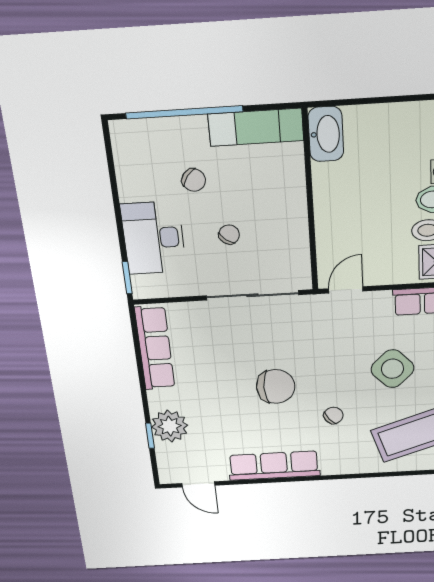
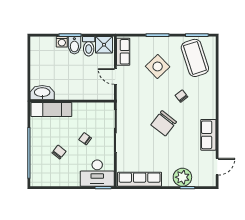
exam couch: (256, 127) -> (51, 110), moved, turned 90
desk: (154, 238) -> (97, 173), moved
door: (346, 290) -> (115, 76), moved
chair: (276, 386) -> (164, 123), turned -142
row of seats: (274, 466) -> (208, 135), width x0.68

